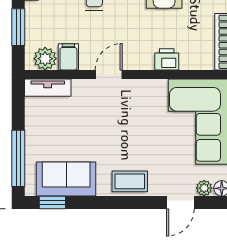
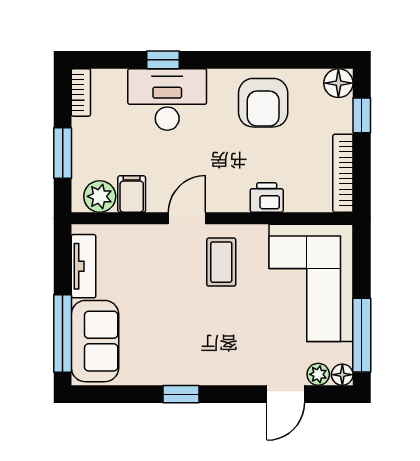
tv unit: (48, 88) -> (84, 266), moved, turned -90
sofa: (66, 179) -> (95, 341), moved, turned 90
coffee table: (130, 181) -> (221, 262), moved, turned 90
window: (52, 203) -> (181, 394), moved

